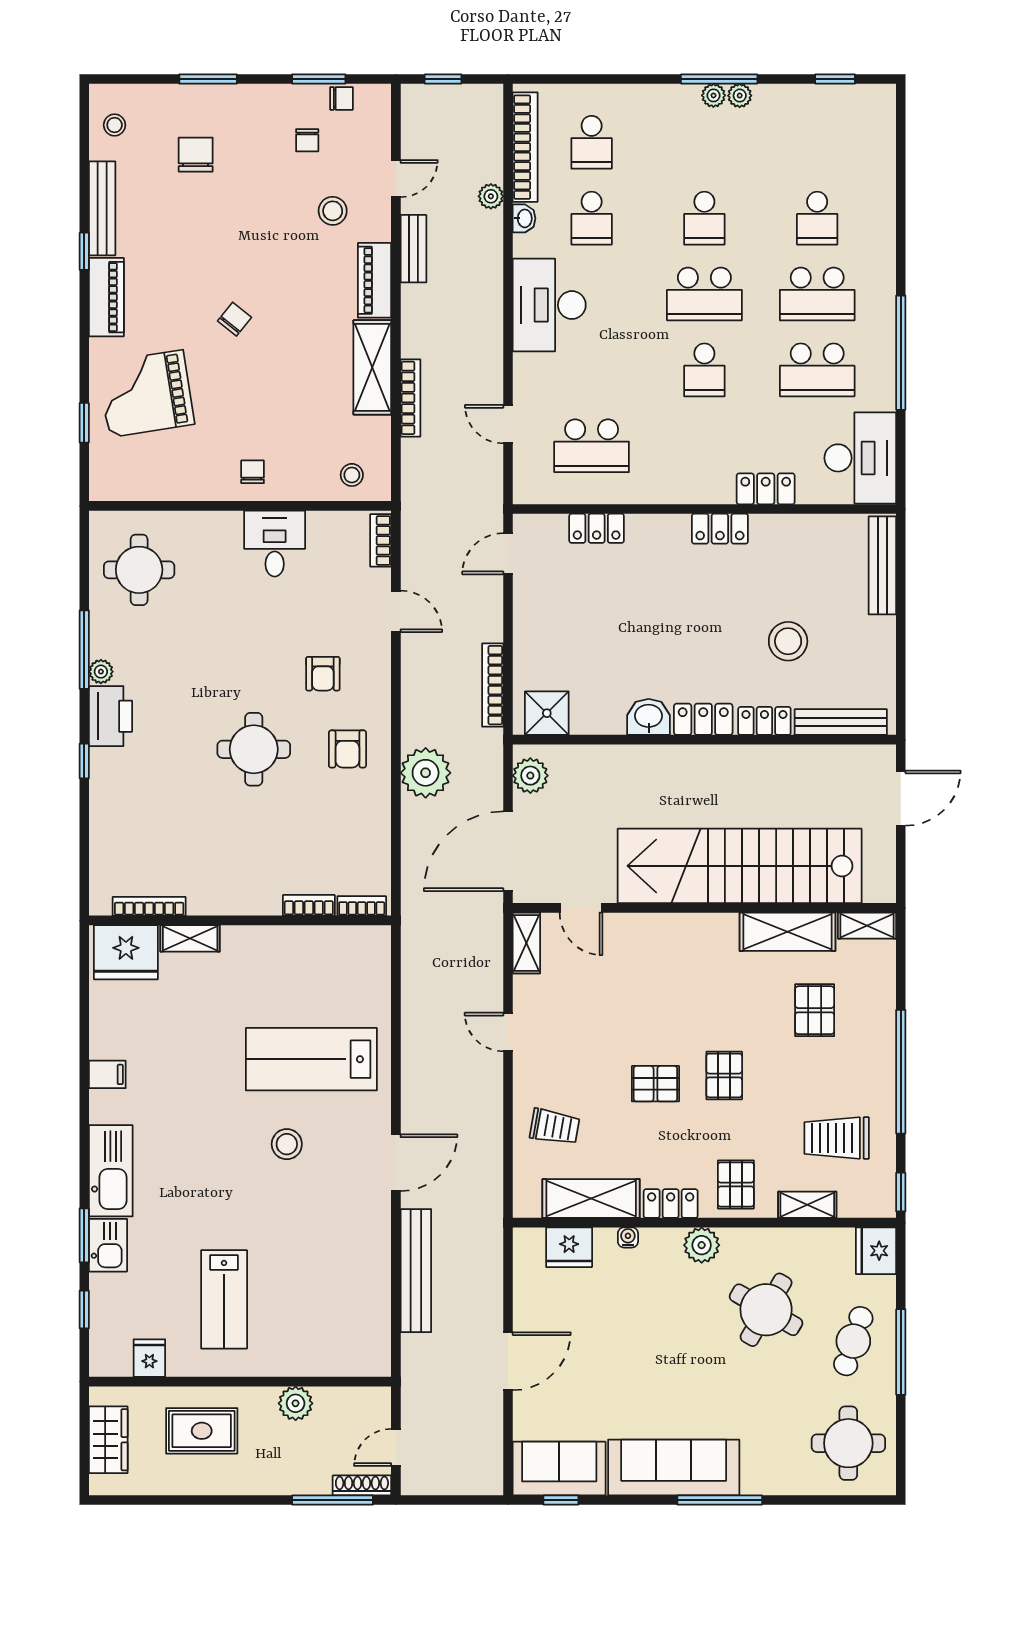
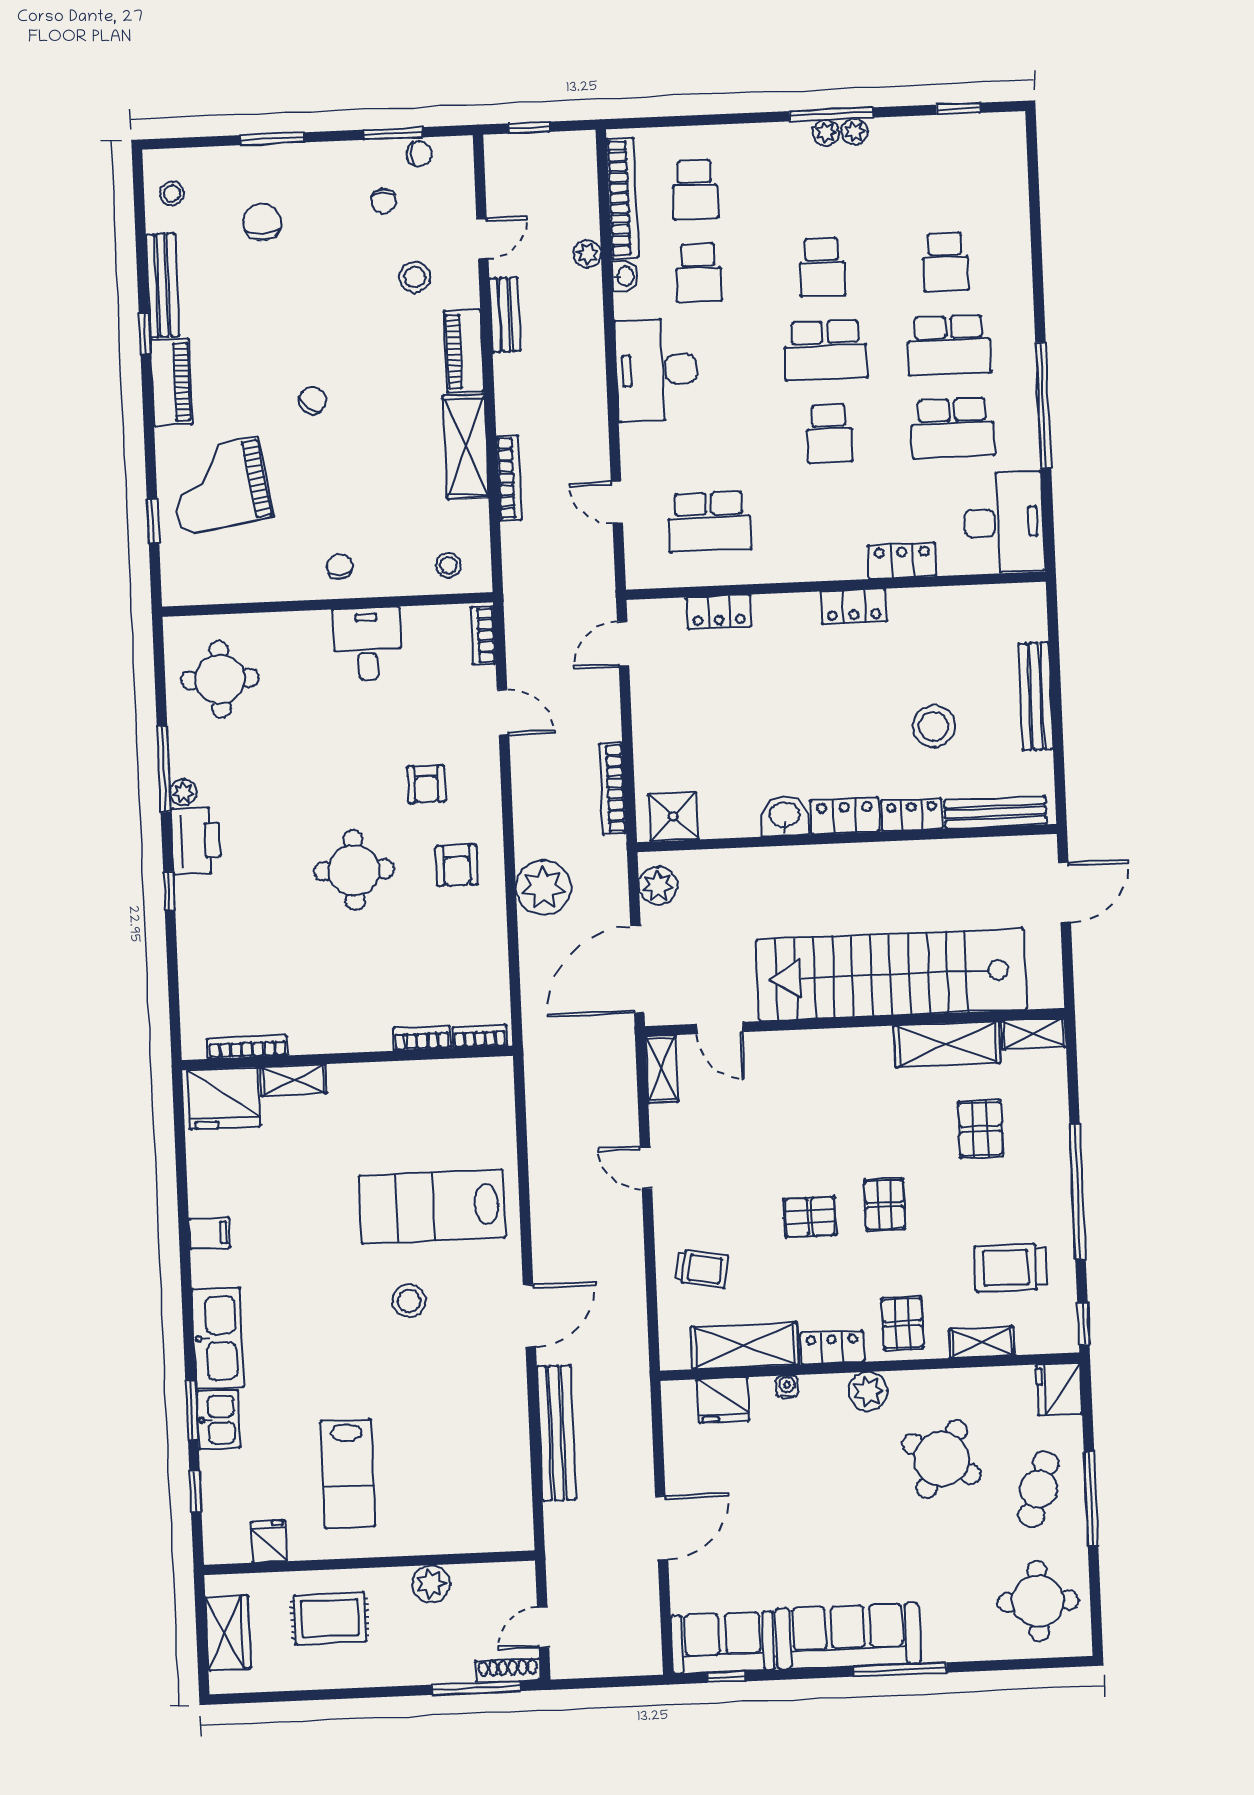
bench: (882, 565) -> (1036, 696), moved

